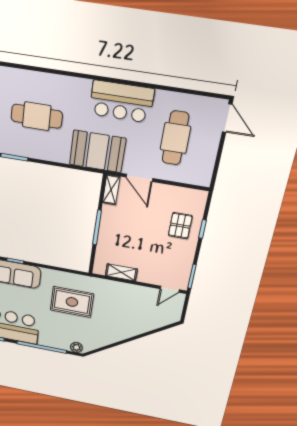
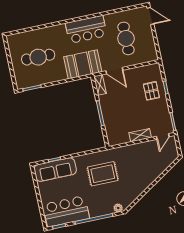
shelving: (121, 272) -> (140, 135), moved

